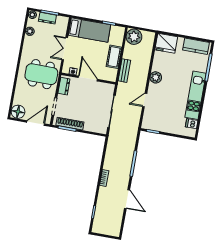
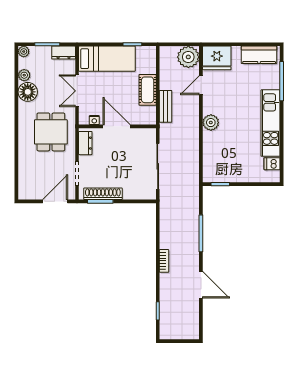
dresser: (47, 18) -> (64, 53), moved
plant: (134, 37) -> (188, 57), moved
dining table: (41, 74) -> (51, 132), width x0.73
plant: (156, 77) -> (211, 123), moved
door: (145, 100) -> (201, 85), moved
floor lamp: (18, 112) -> (28, 92), moved

